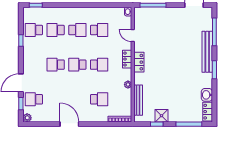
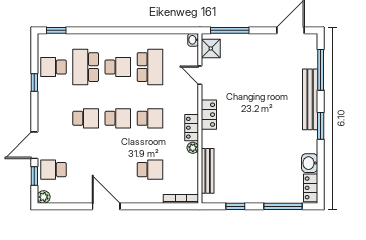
school desk: (56, 30) -> (86, 67), width x1.85
school desk: (99, 30) -> (150, 67), width x1.85
locker: (127, 59) -> (192, 128), moved
school desk: (56, 65) -> (86, 118), turned 180
school desk: (77, 65) -> (118, 118), turned 180
shower: (161, 116) -> (211, 48), moved

